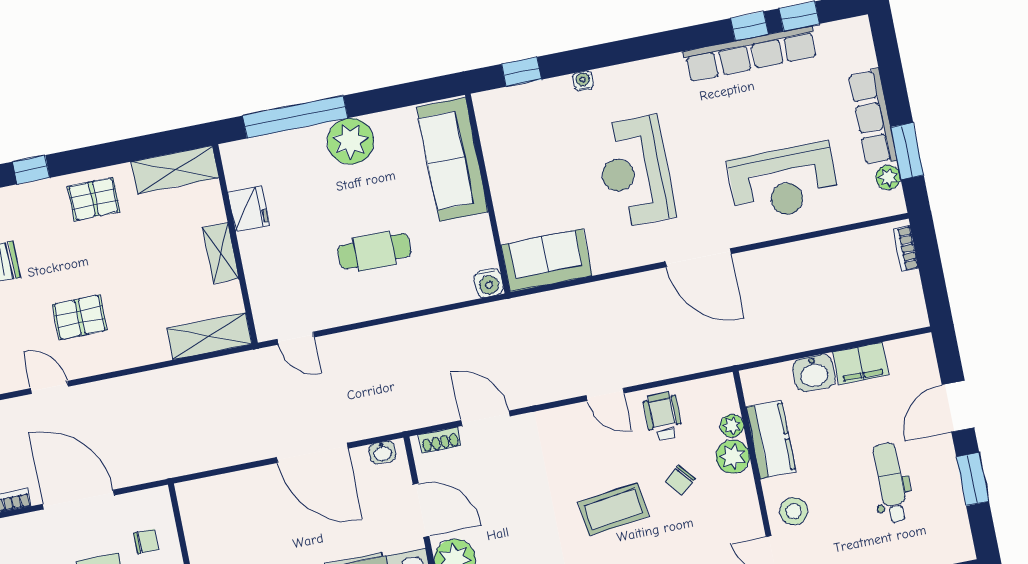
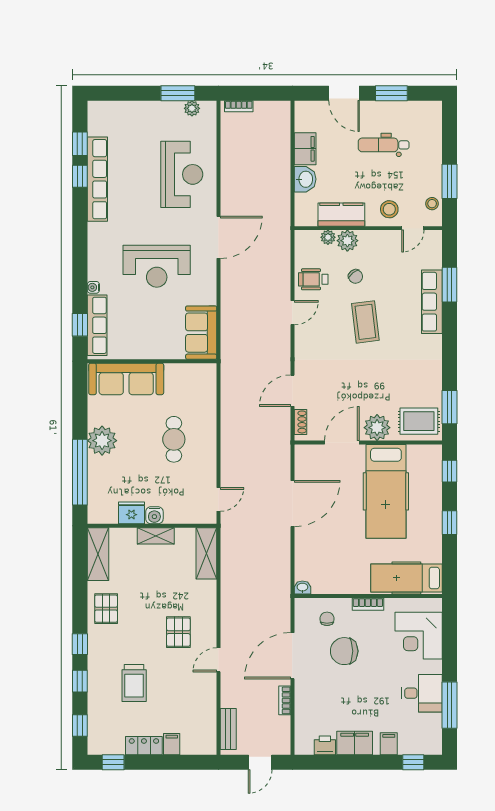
row of seats: (873, 117) -> (97, 325), moved, turned -90
water cooler: (489, 283) -> (154, 515), moved, turned 90
washbasin: (383, 452) -> (302, 587), moved, turned -90

